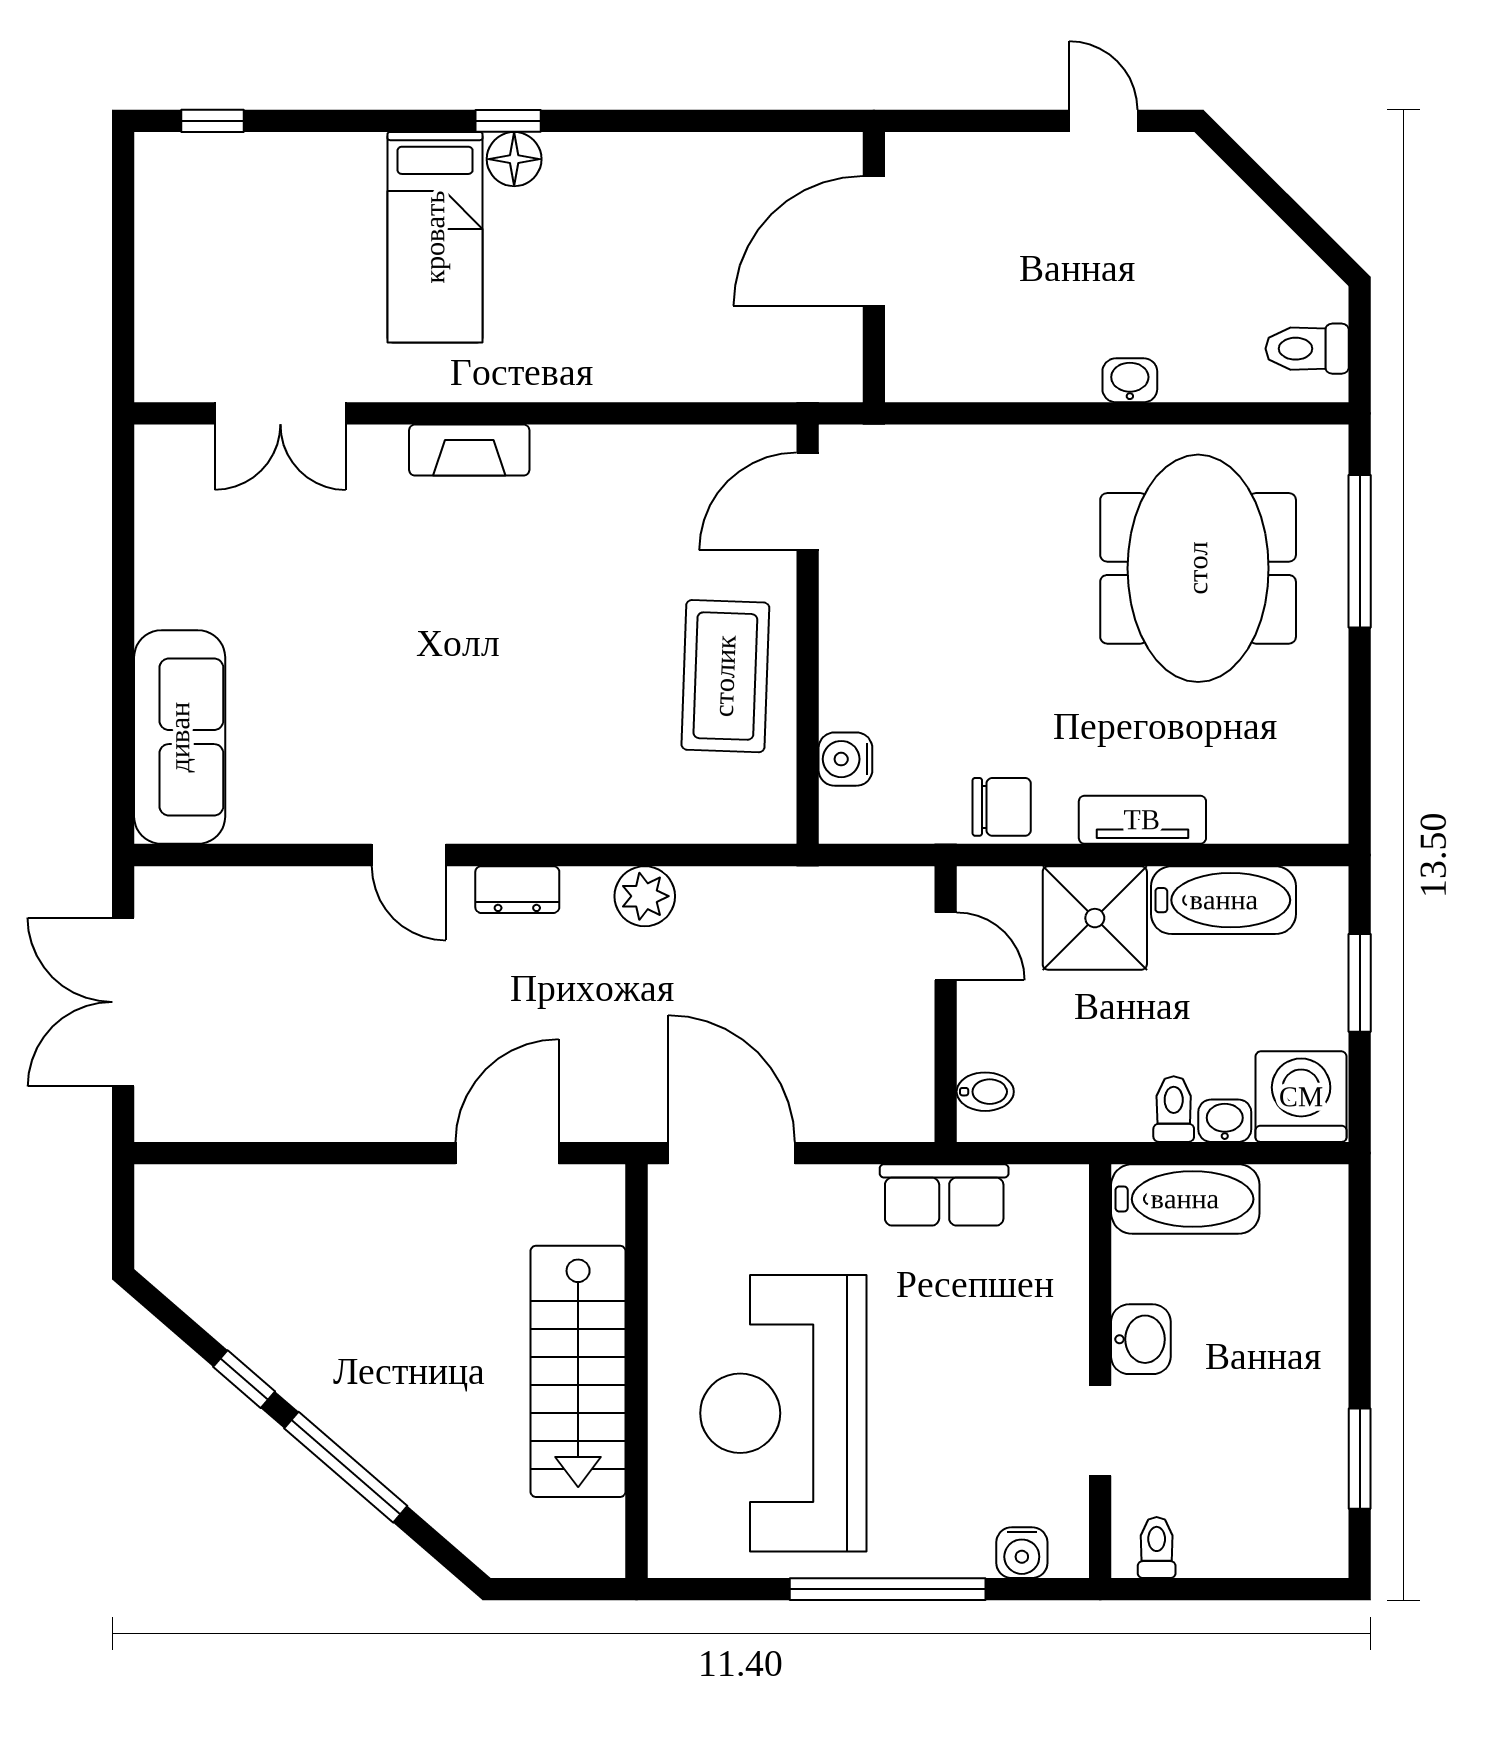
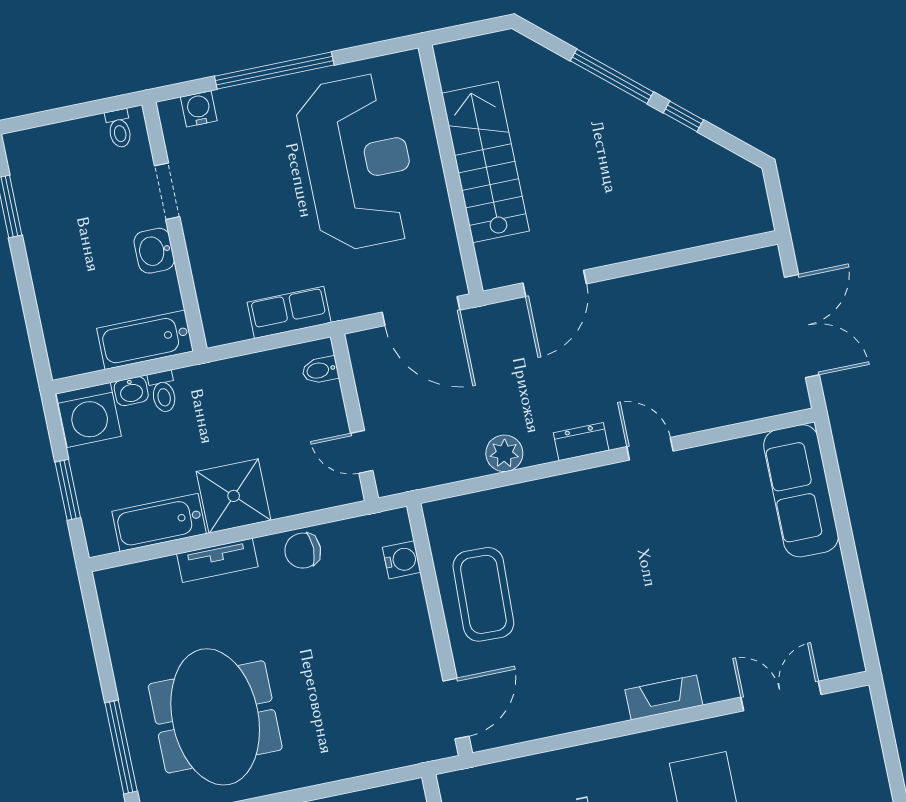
door: (946, 946) -> (362, 452), moved
wall: (946, 1004) -> (355, 417), moved
bidet: (985, 1092) -> (320, 370), moved

